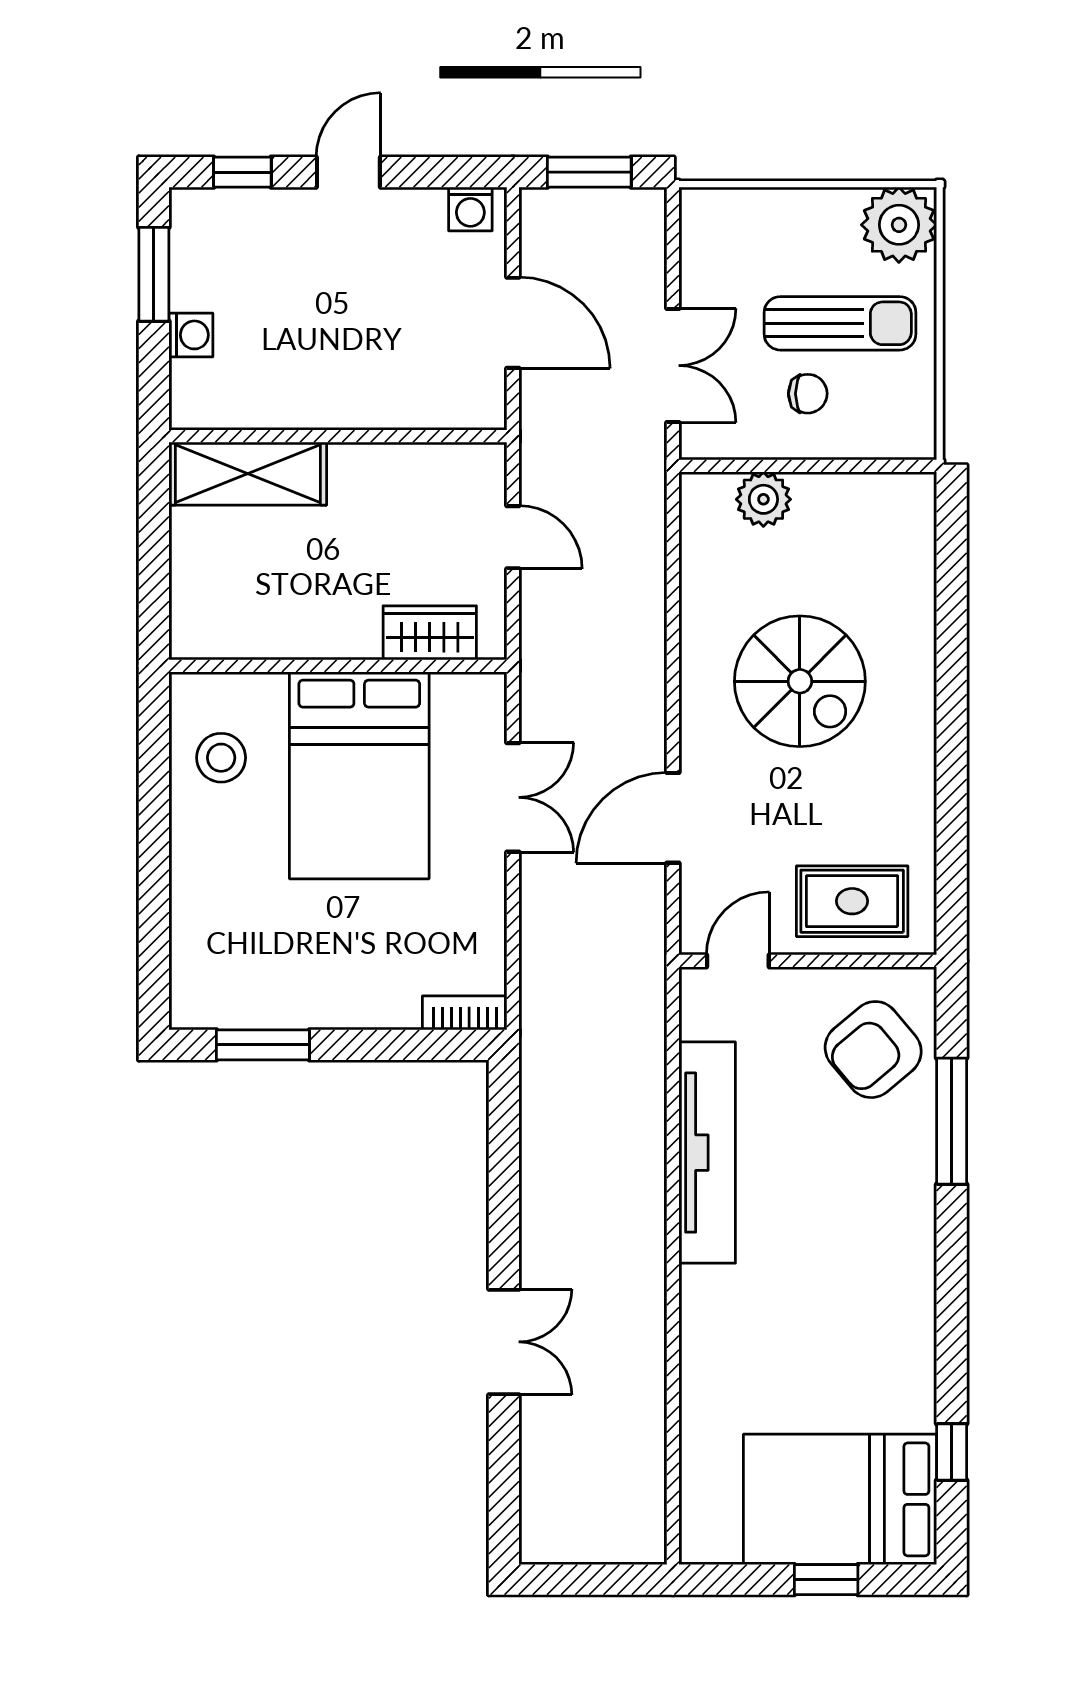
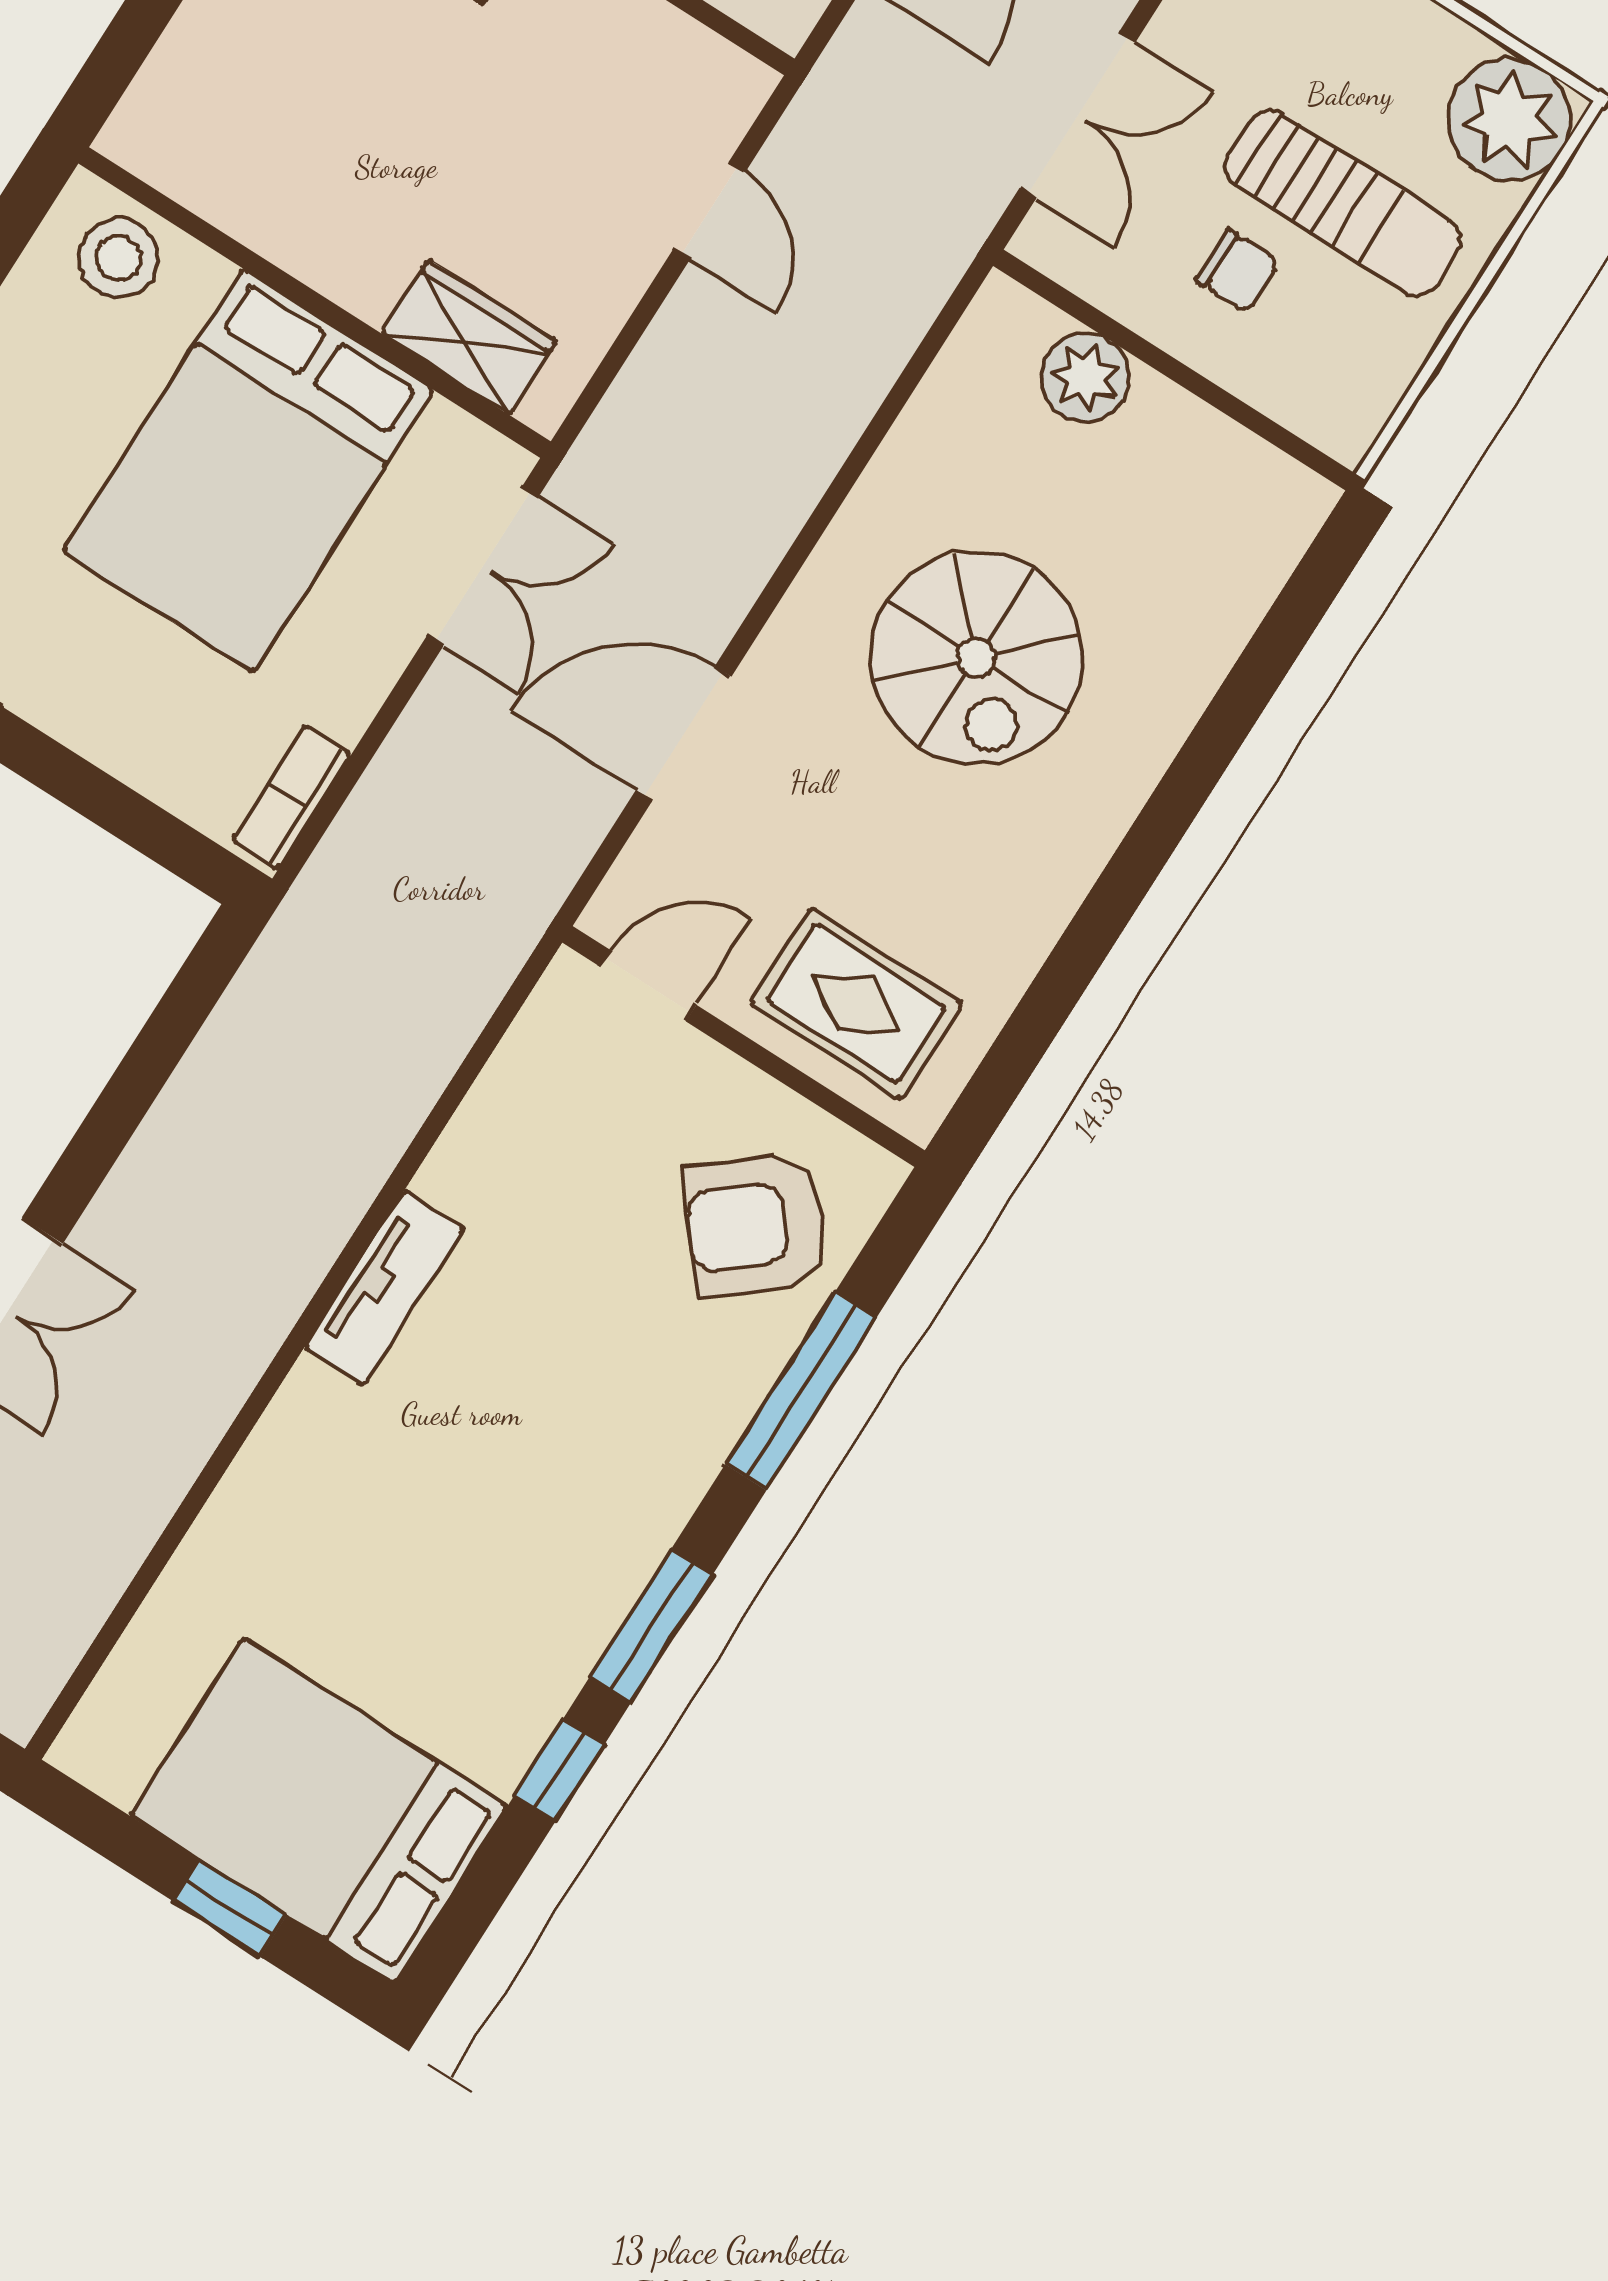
wardrobe: (430, 633) -> (469, 337), moved
wall: (338, 666) -> (315, 302), moved
bed: (359, 775) -> (248, 471), moved
bookcase: (465, 1013) -> (292, 797), moved, turned -90
tv unit: (707, 1153) -> (384, 1288), width x0.52, depth x0.78
window: (952, 1293) -> (651, 1626), added
window: (952, 1452) -> (559, 1770), moved

